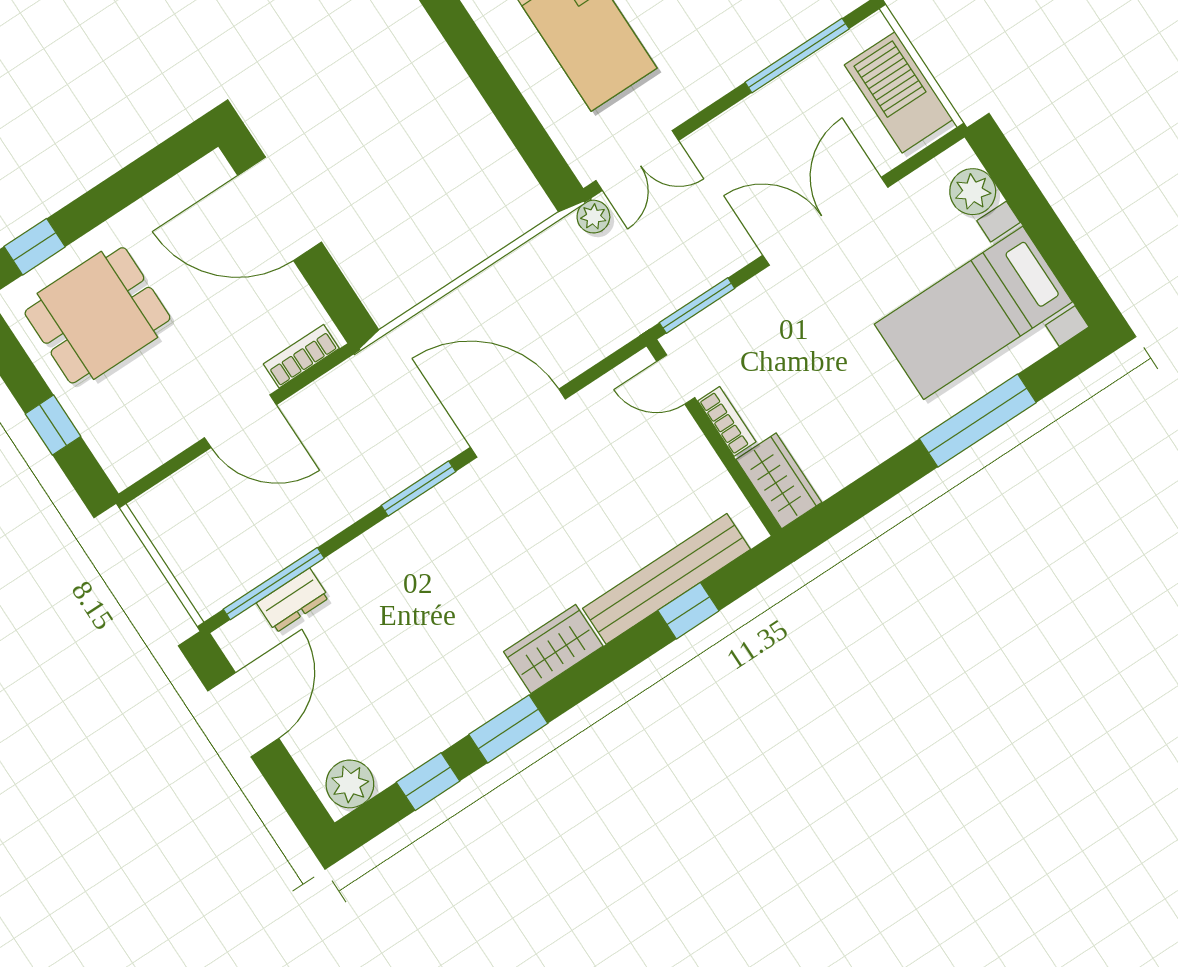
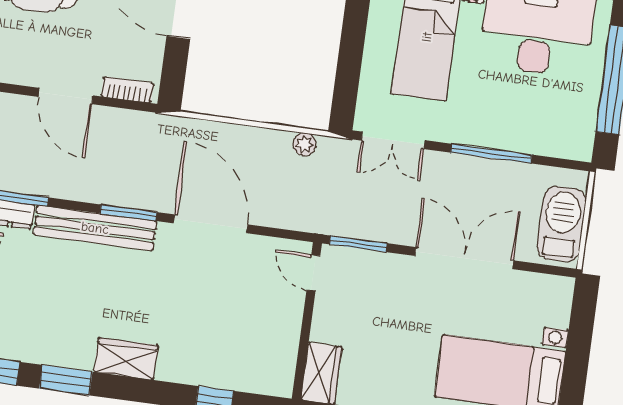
window: (797, 56) -> (491, 154), moved
plant: (973, 192) -> (555, 310), removed
plant: (593, 217) -> (304, 144), moved
bookcase: (727, 421) -> (321, 318), removed
bench: (666, 579) -> (95, 228), moved

